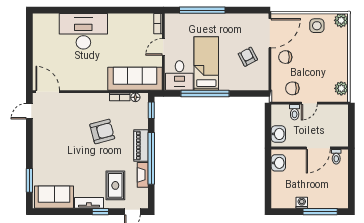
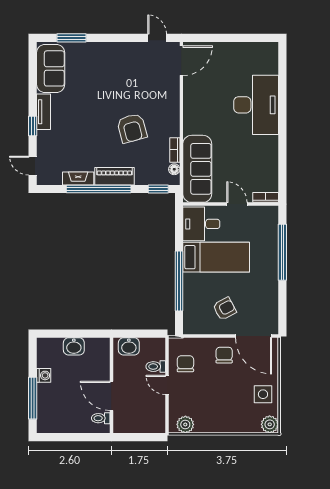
window: (205, 93) -> (179, 281), moved
washbasin: (278, 163) -> (74, 346), moved
rug: (115, 185) -> (65, 144), removed

